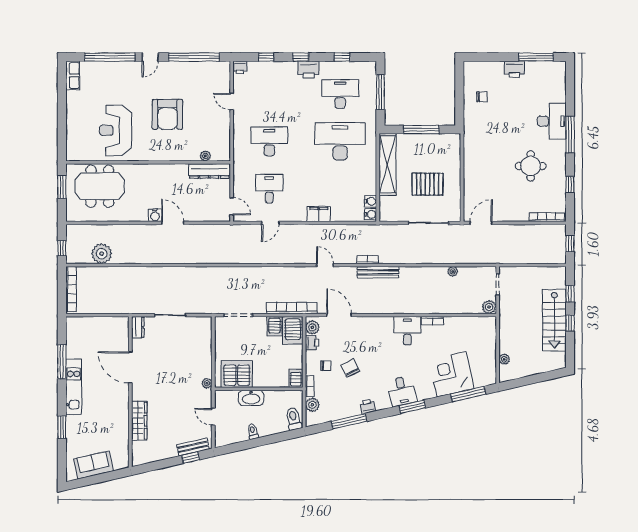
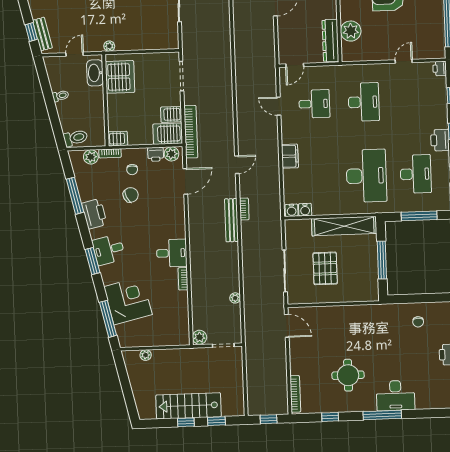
plant: (205, 156) -> (351, 31), width x1.88, depth x1.88
washbasin: (251, 398) -> (95, 73), moved
printer: (368, 406) -> (94, 214), width x1.87, depth x1.48

